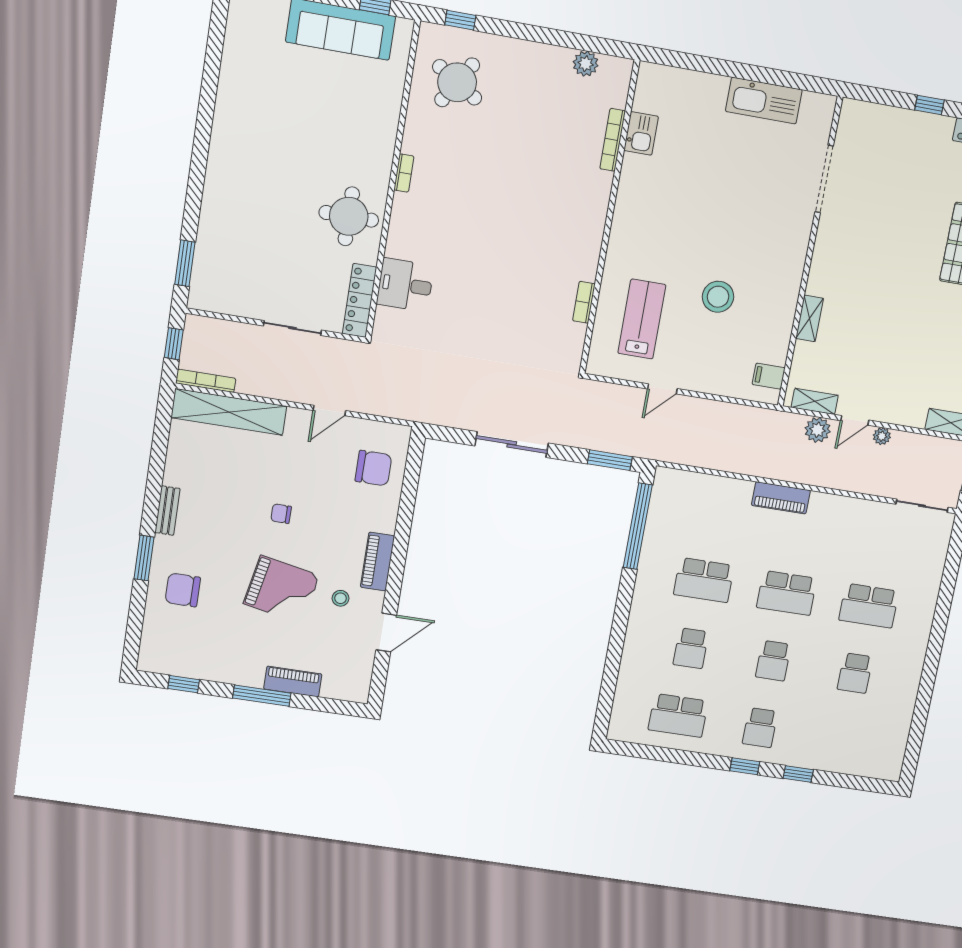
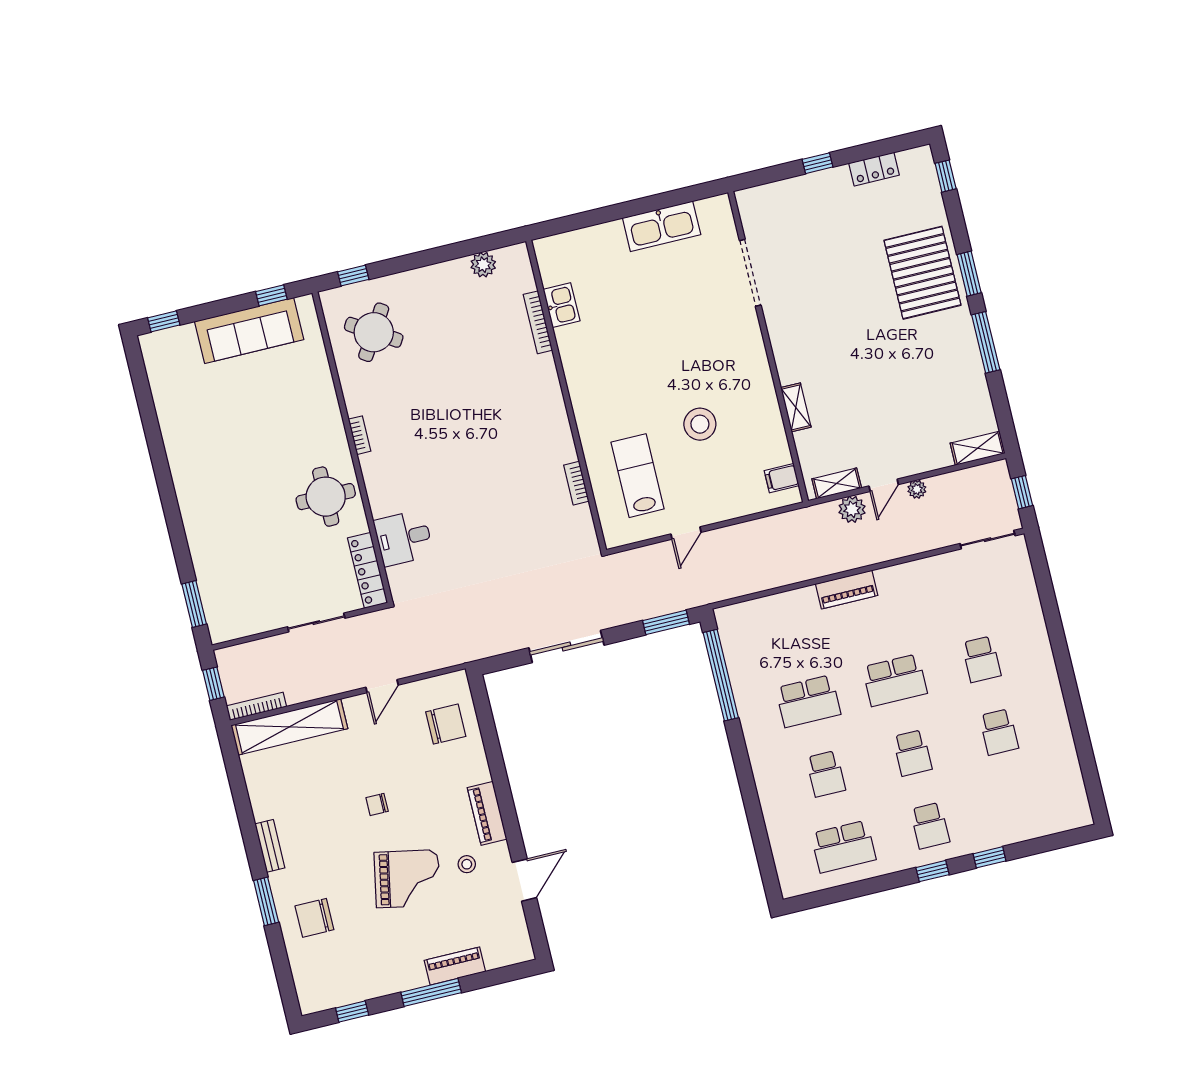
school desk: (869, 606) -> (981, 659), width x0.54

